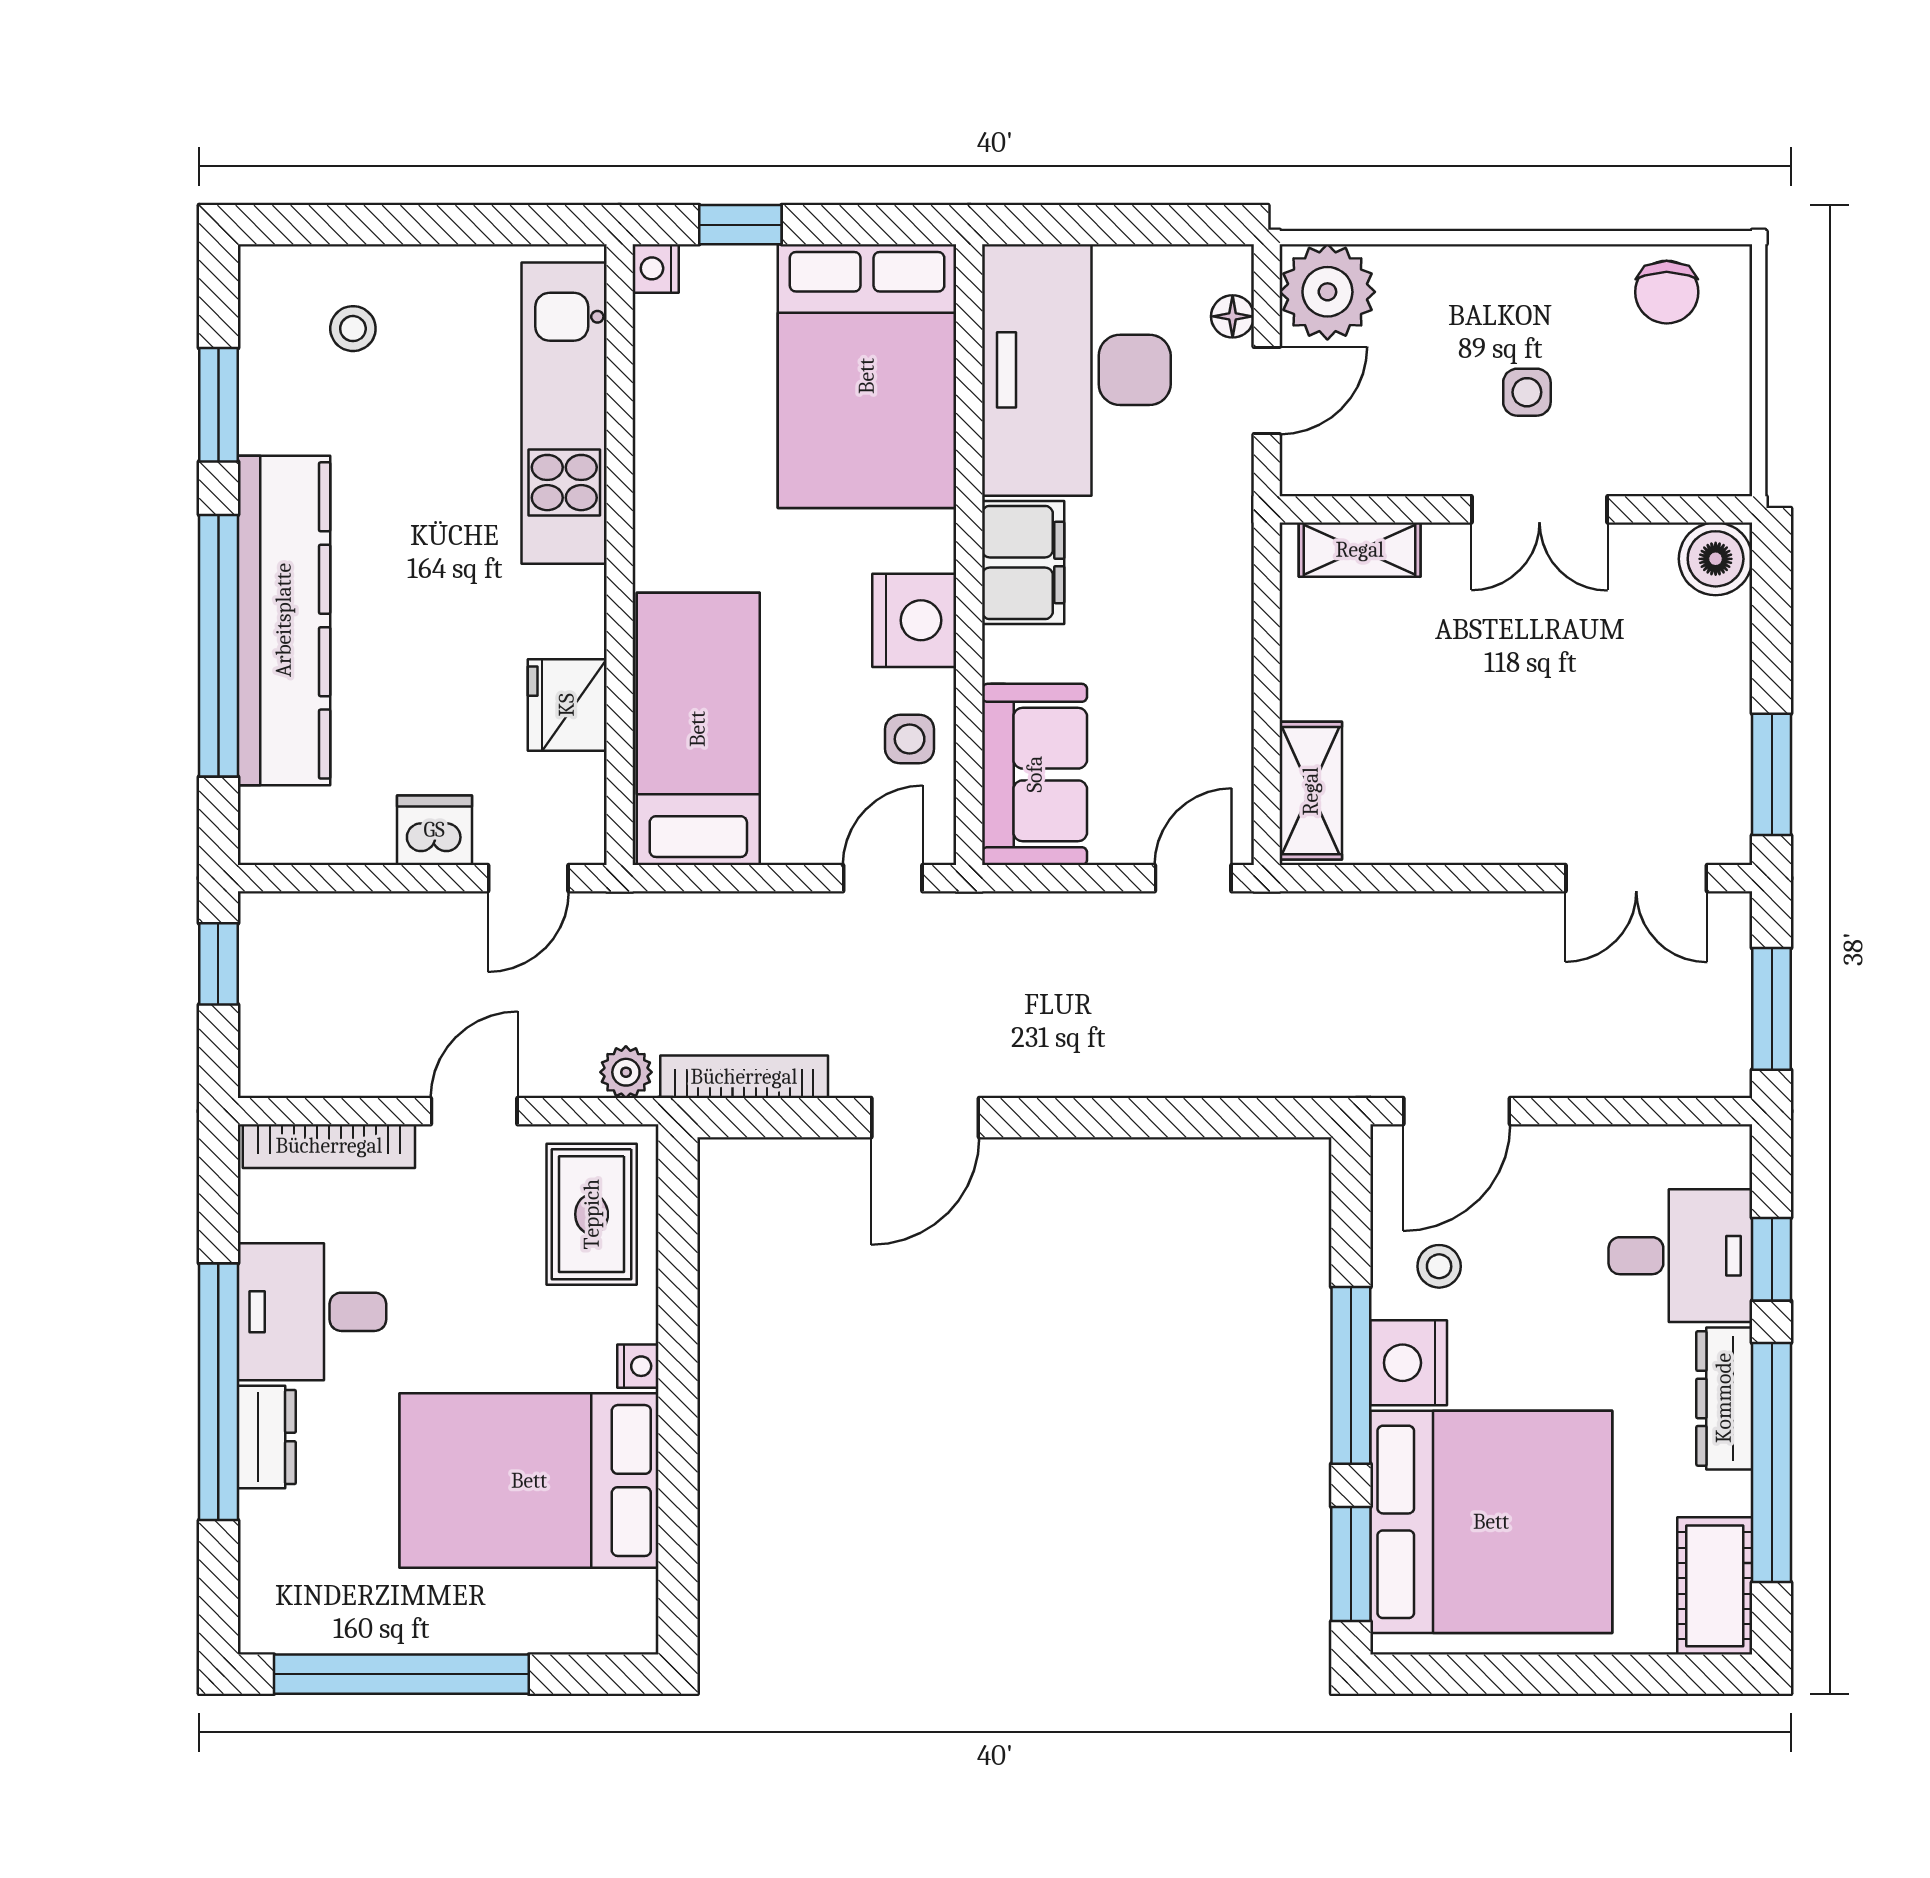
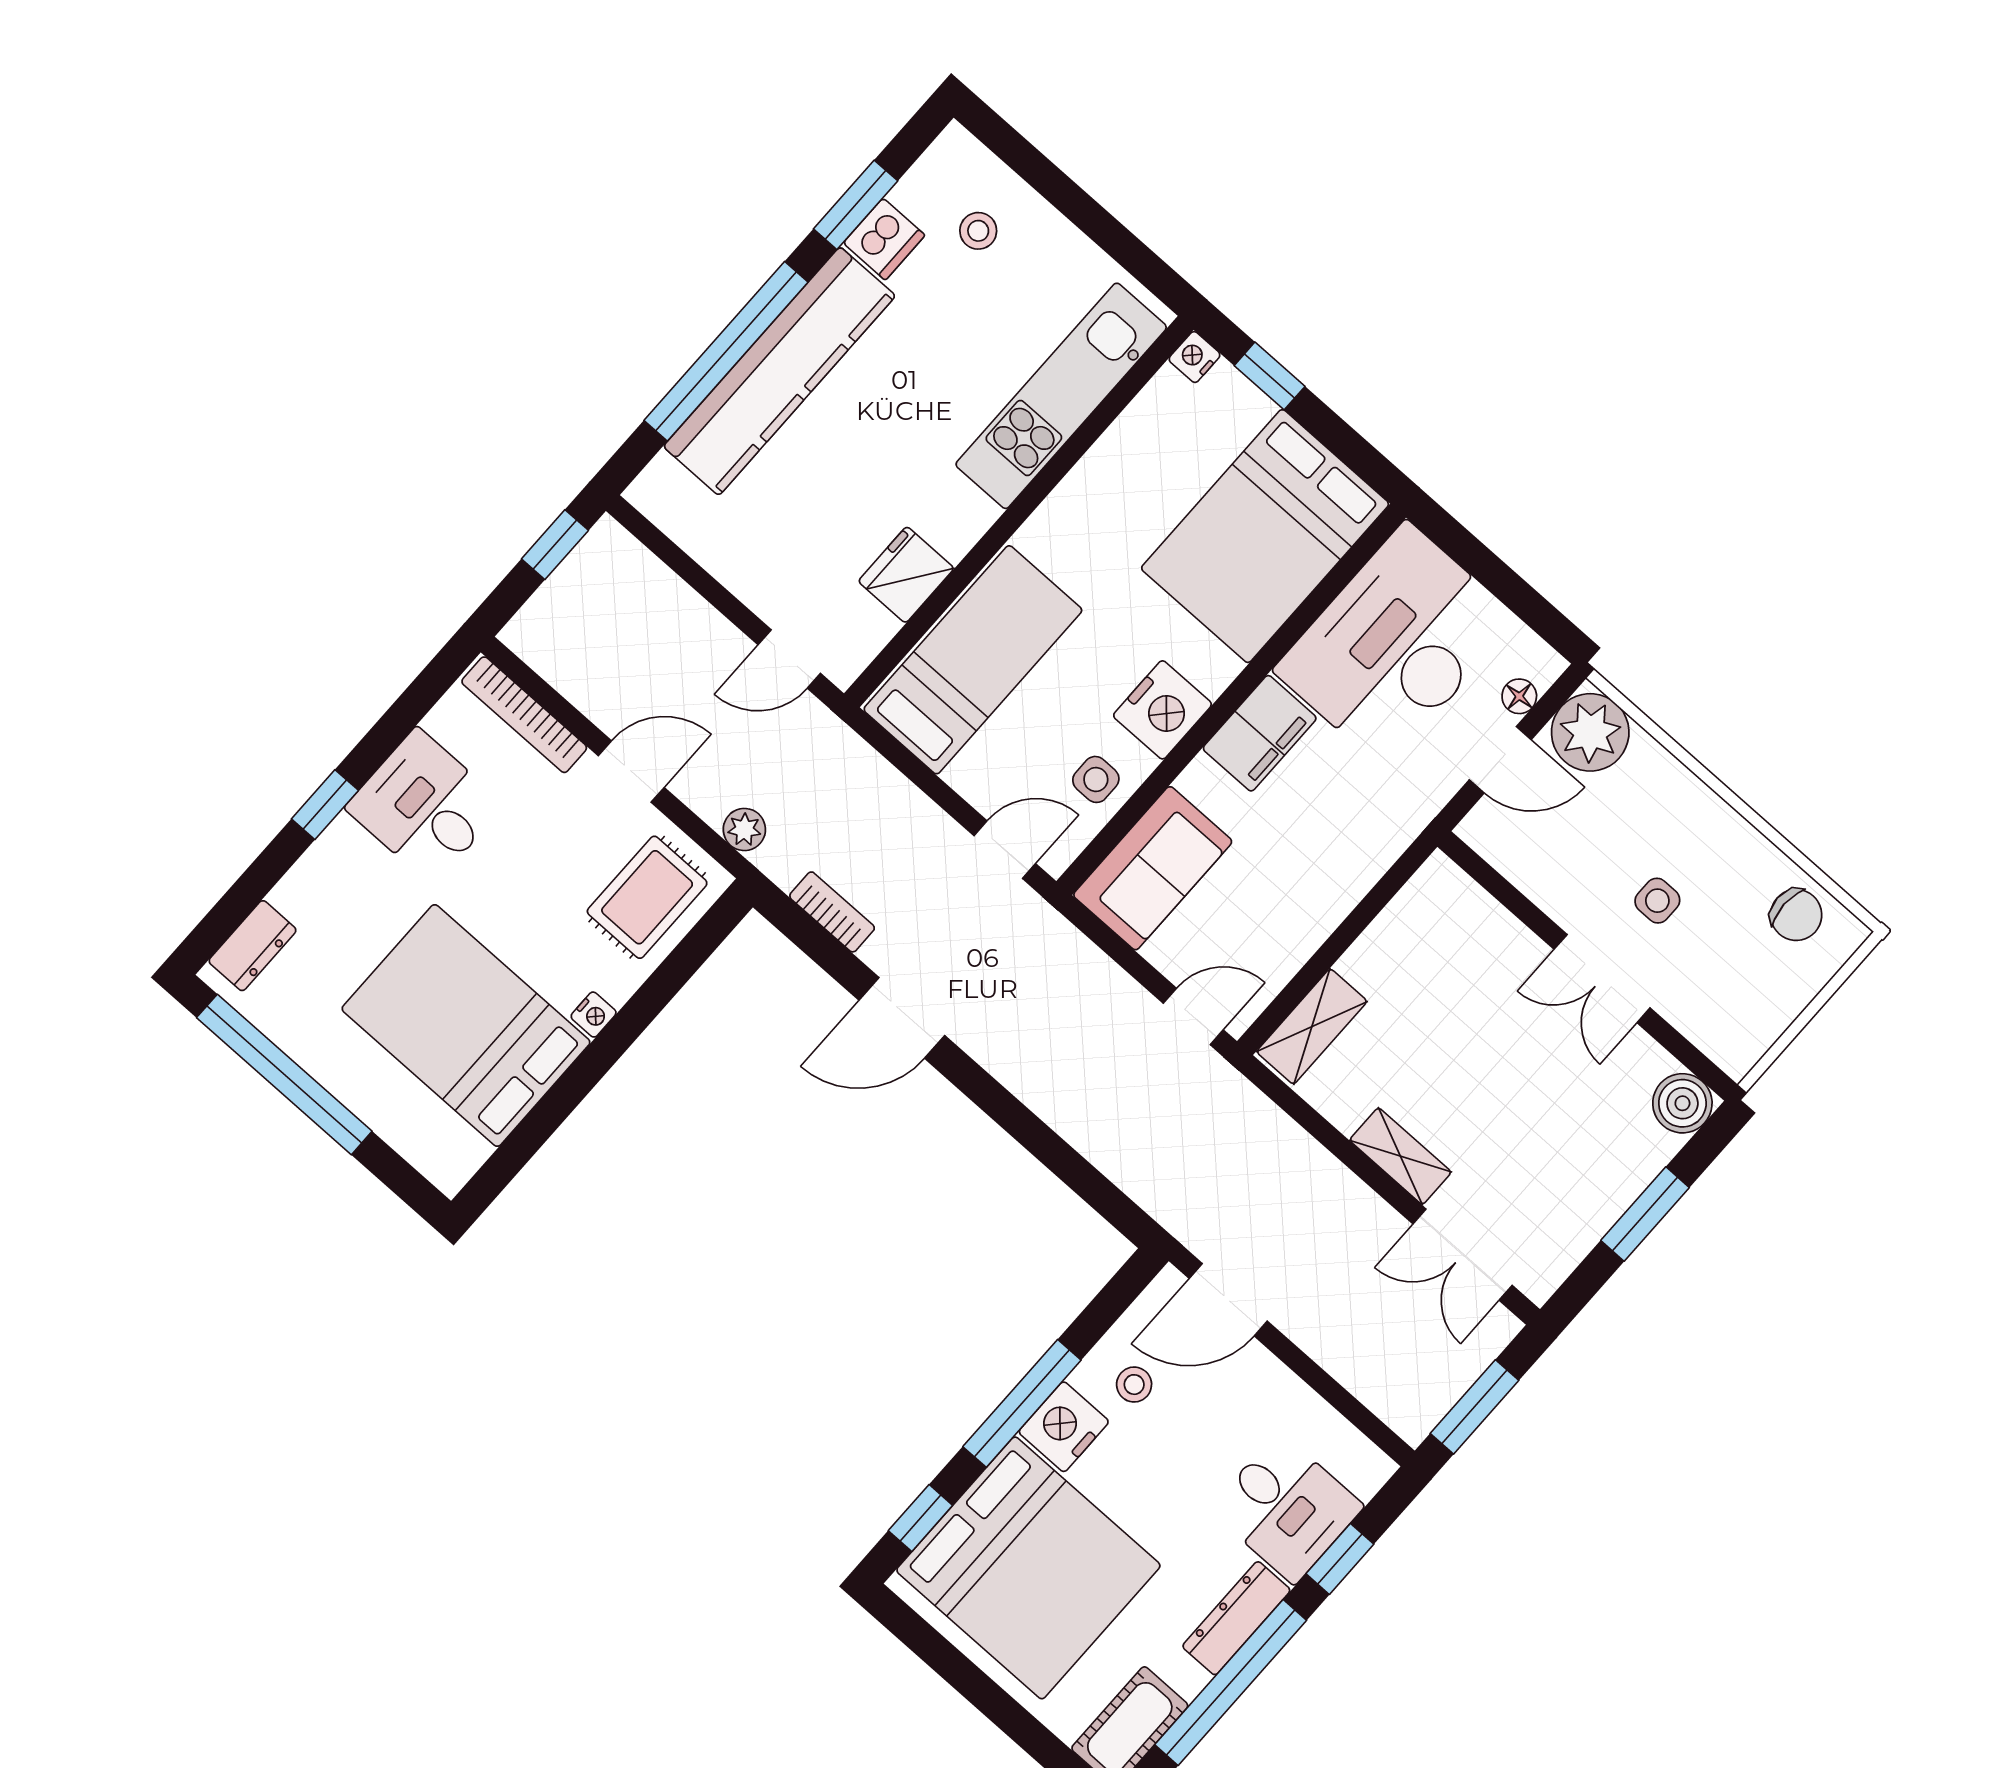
chair: (1667, 292) -> (1796, 915), turned -90
shelving: (1360, 550) -> (1400, 1156), moved
window: (1772, 774) -> (1645, 1214), moved
dishwasher: (434, 830) -> (884, 239), moved, turned 90
bookcase: (744, 1077) -> (832, 912), width x0.64
window: (218, 1392) -> (325, 805), width x0.32
dresser: (267, 1437) -> (252, 946), moved
window: (1351, 1564) -> (920, 1518), width x0.67

